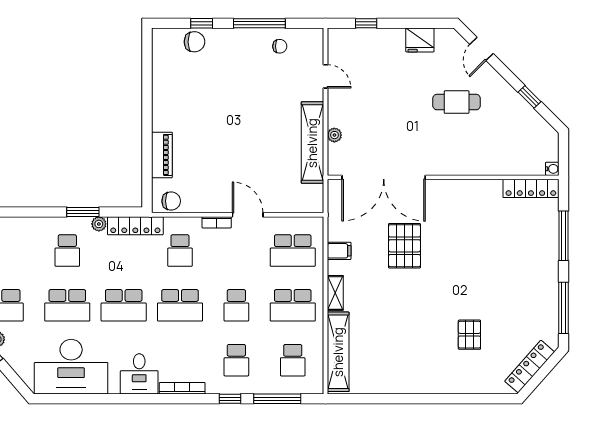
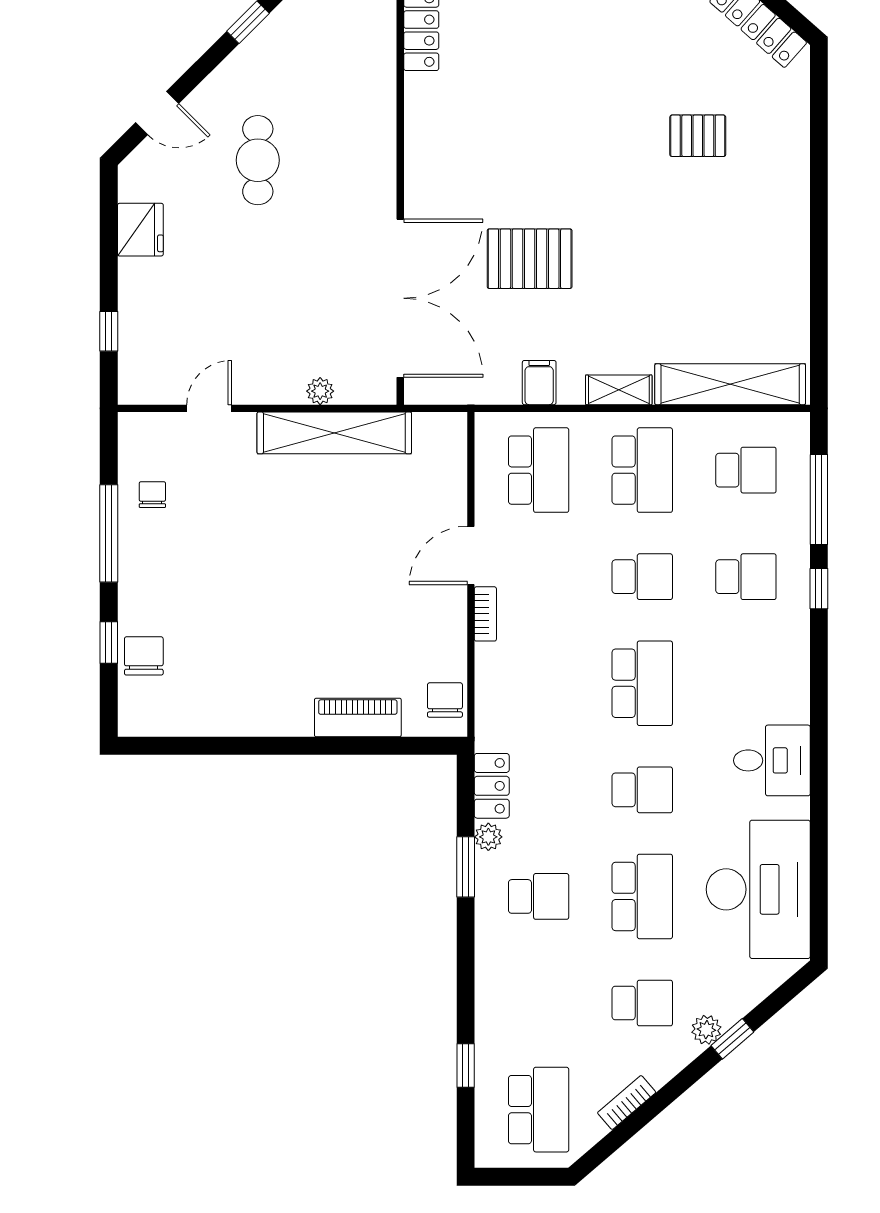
locker: (135, 226) -> (492, 786), width x0.66
school desk: (180, 250) -> (539, 683), removed
school desk: (124, 305) -> (642, 790), width x0.54
bookcase: (182, 388) -> (799, 679), removed

